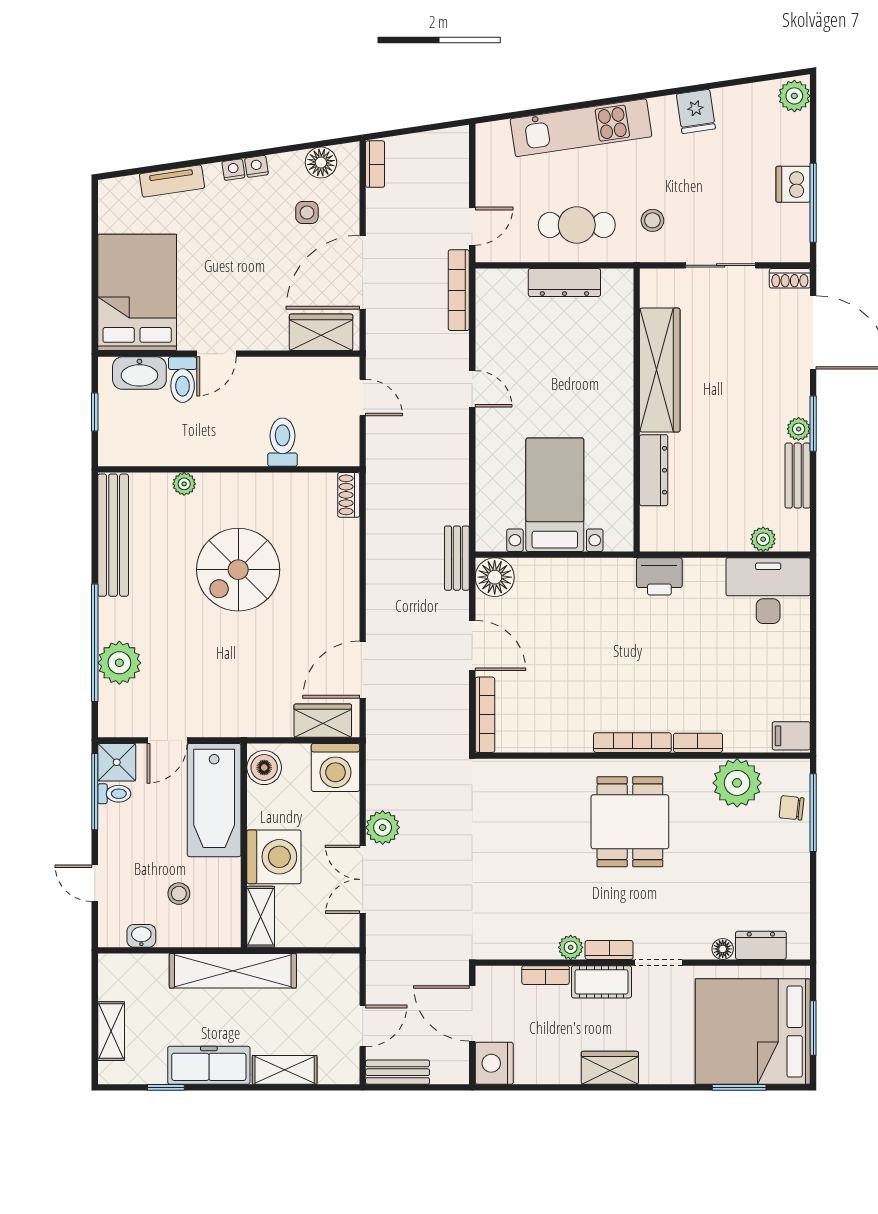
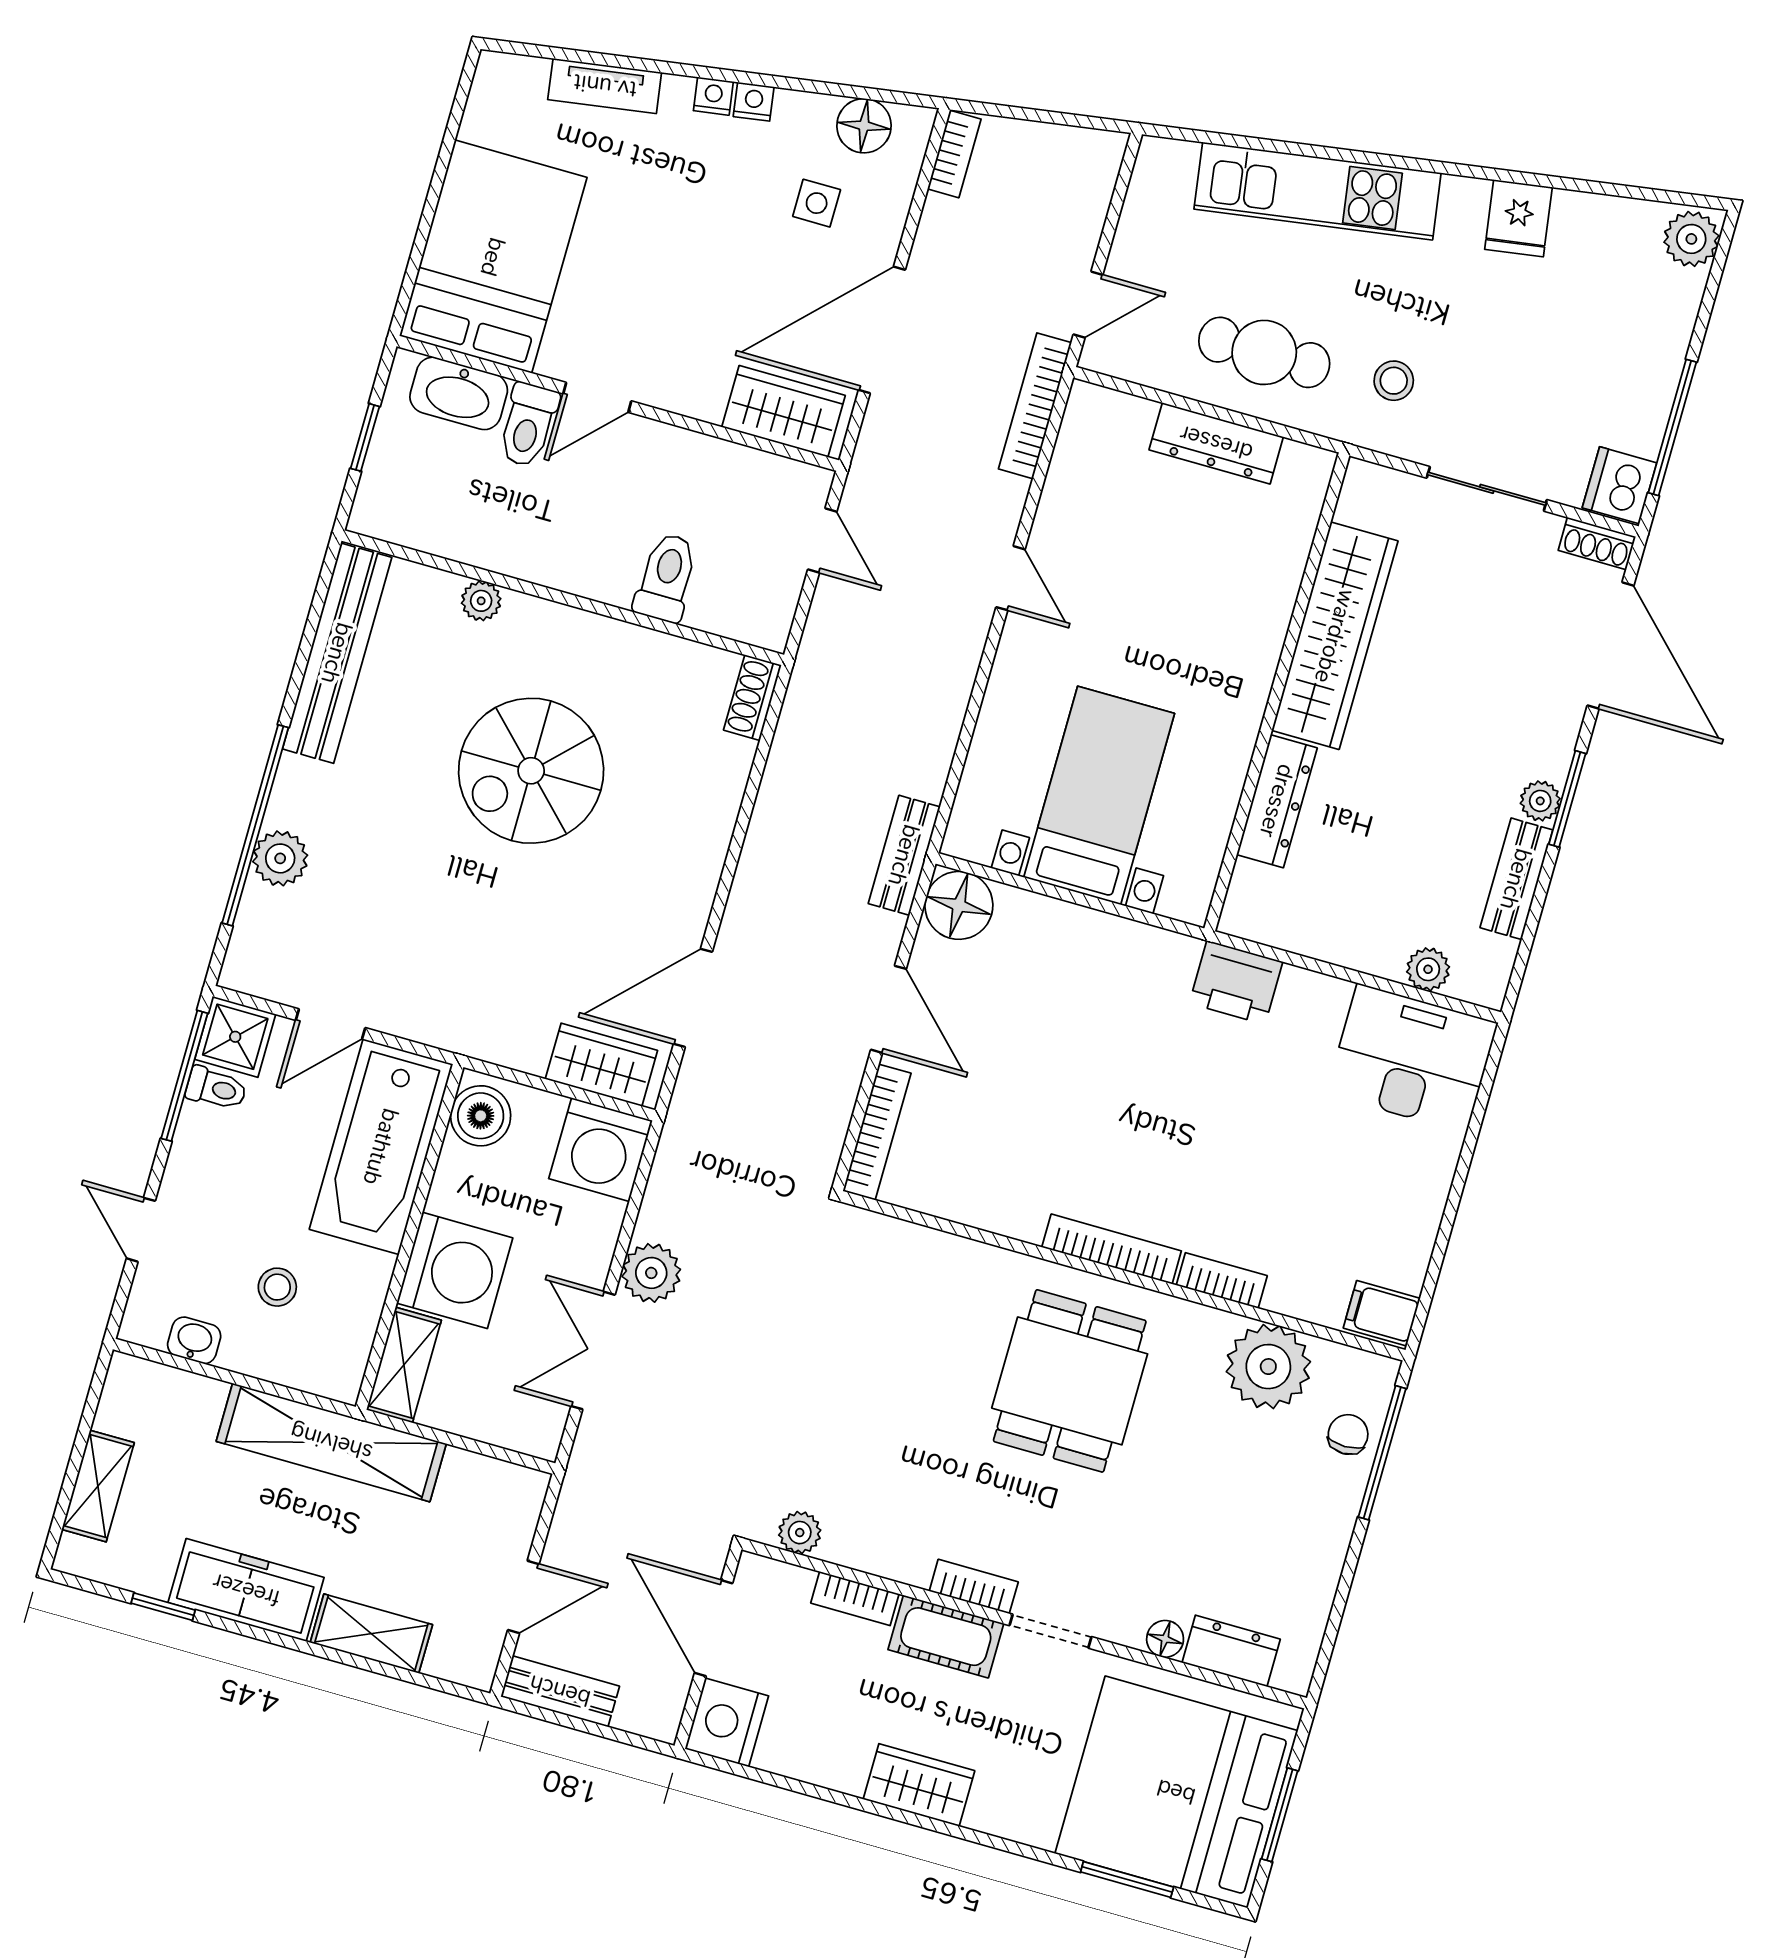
dishwasher: (793, 184) -> (1620, 485), moved
plant: (119, 663) -> (280, 858), width x0.73, depth x0.73
chair: (792, 808) -> (1348, 1434), turned 84
plant: (571, 947) -> (800, 1533), moved

